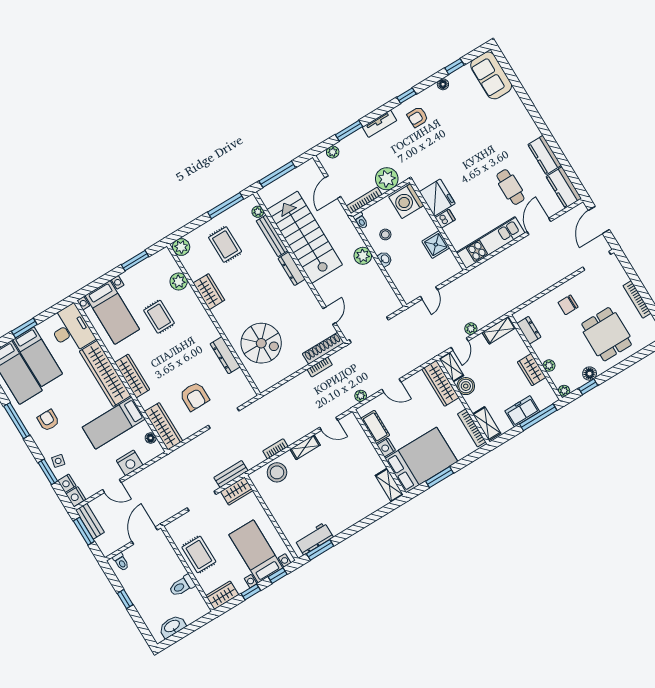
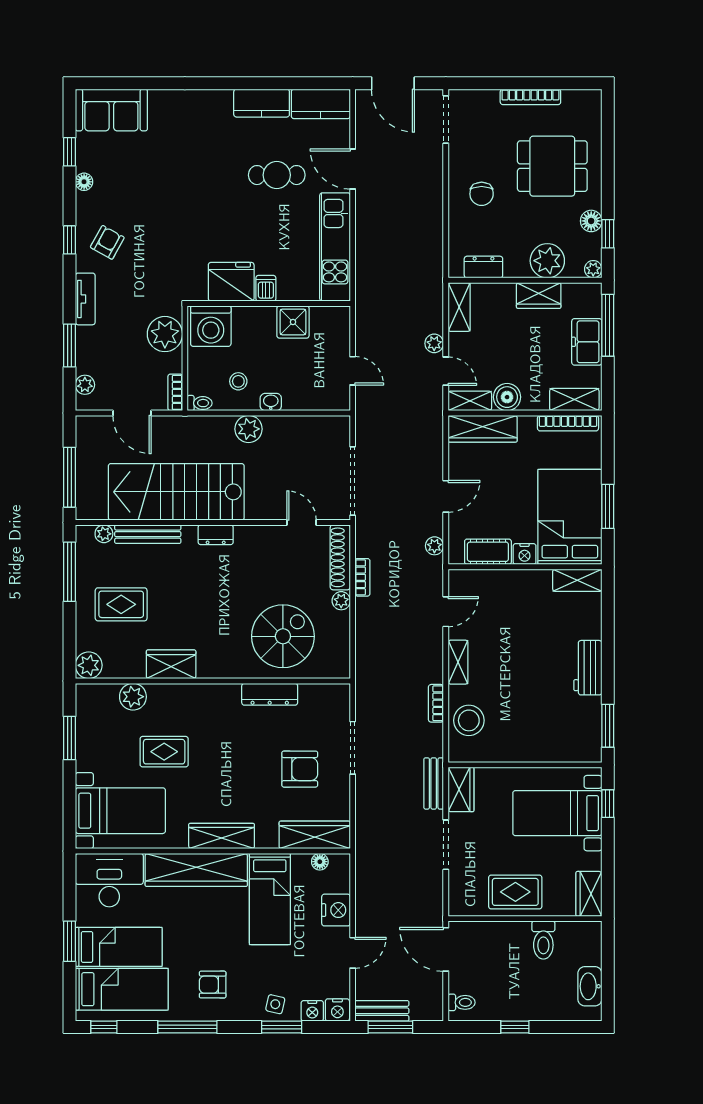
armchair: (418, 117) -> (107, 242), turned -151
bookcase: (364, 200) -> (175, 392), width x0.64
dresser: (292, 269) -> (216, 535), width x0.70
plant: (300, 363) -> (341, 601), added
plant: (549, 366) -> (547, 261), width x1.87, depth x1.87
workbench: (314, 539) -> (588, 668), moved
window: (251, 592) -> (608, 853), removed

